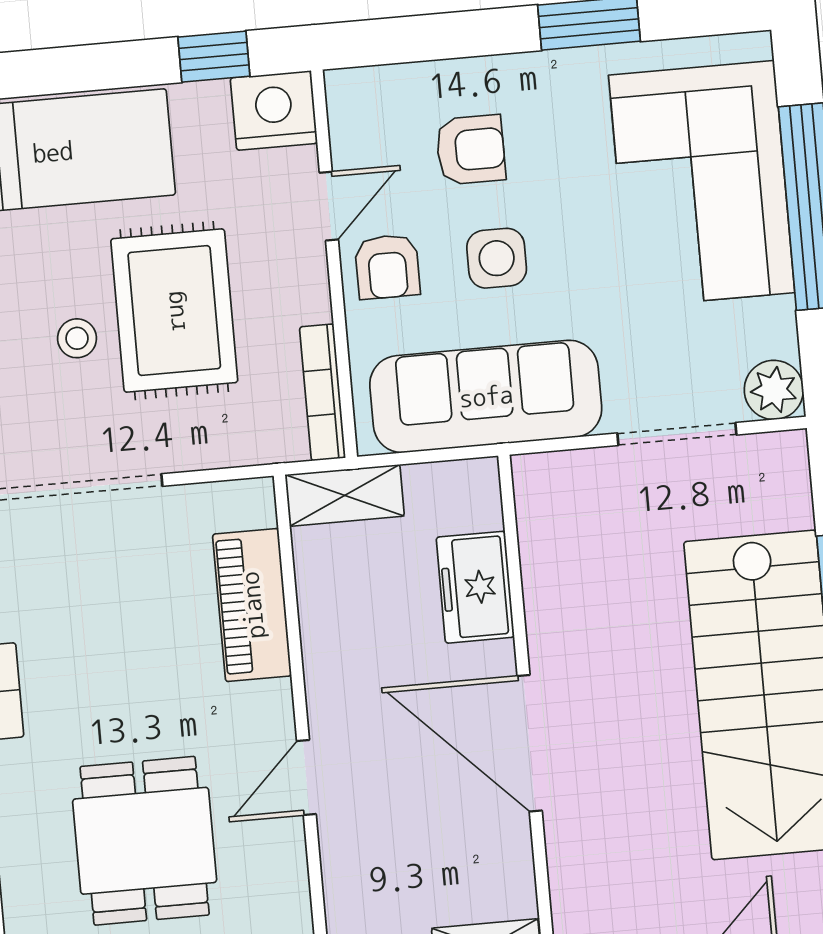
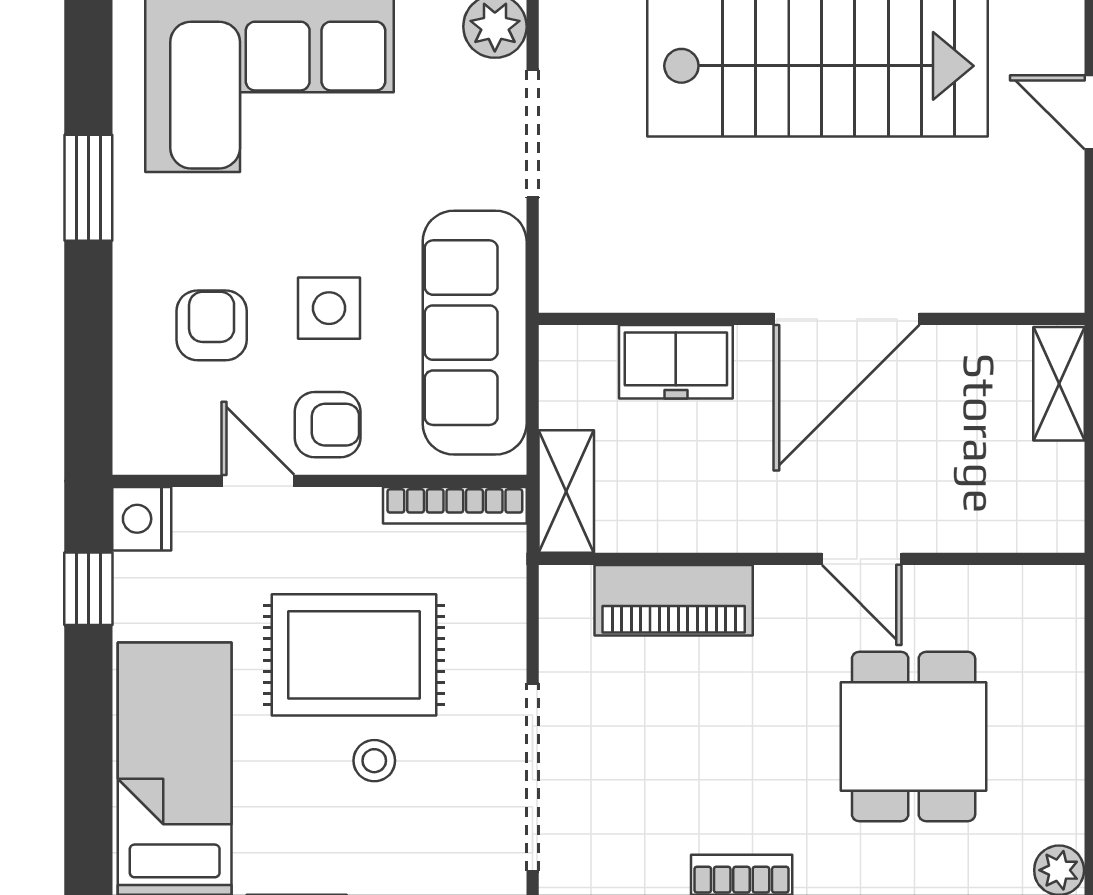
nightstand: (274, 111) -> (142, 519), width x0.74, depth x0.75
dining table: (145, 841) -> (914, 736), turned 90

